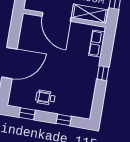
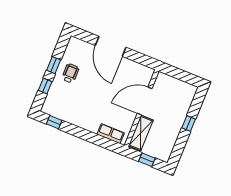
window: (103, 73) -> (54, 122), moved
window: (27, 114) -> (54, 65), moved

